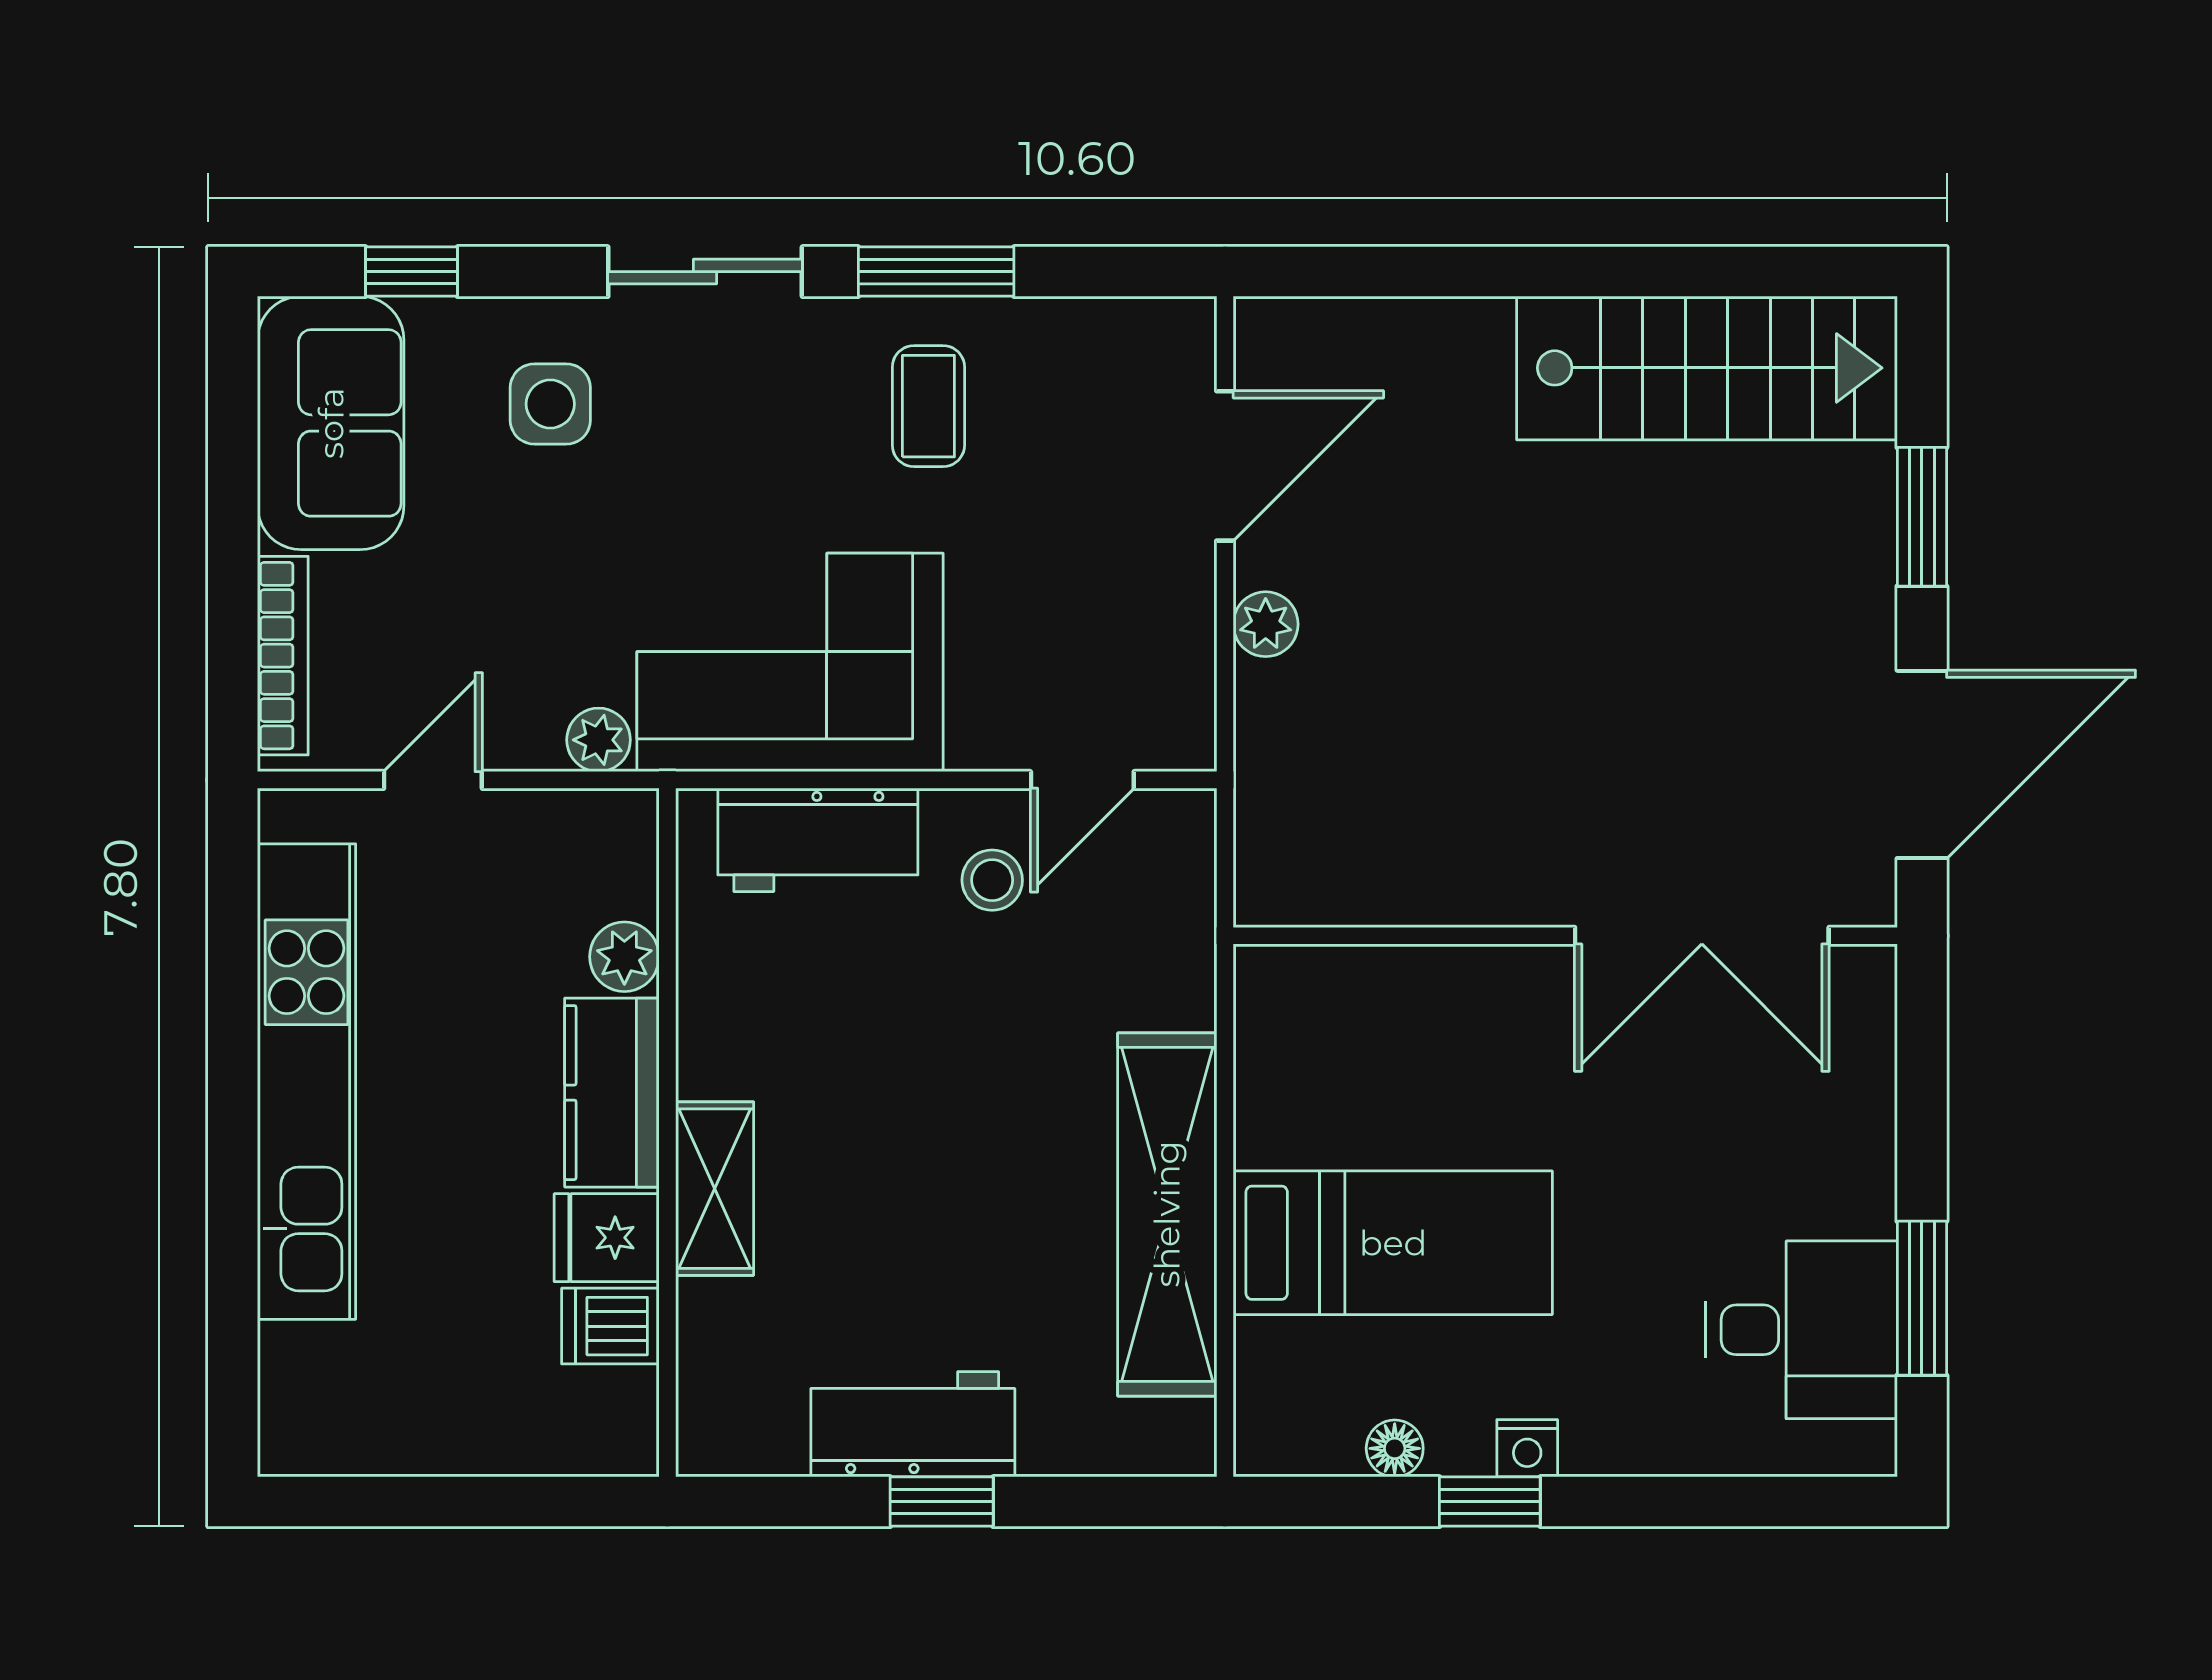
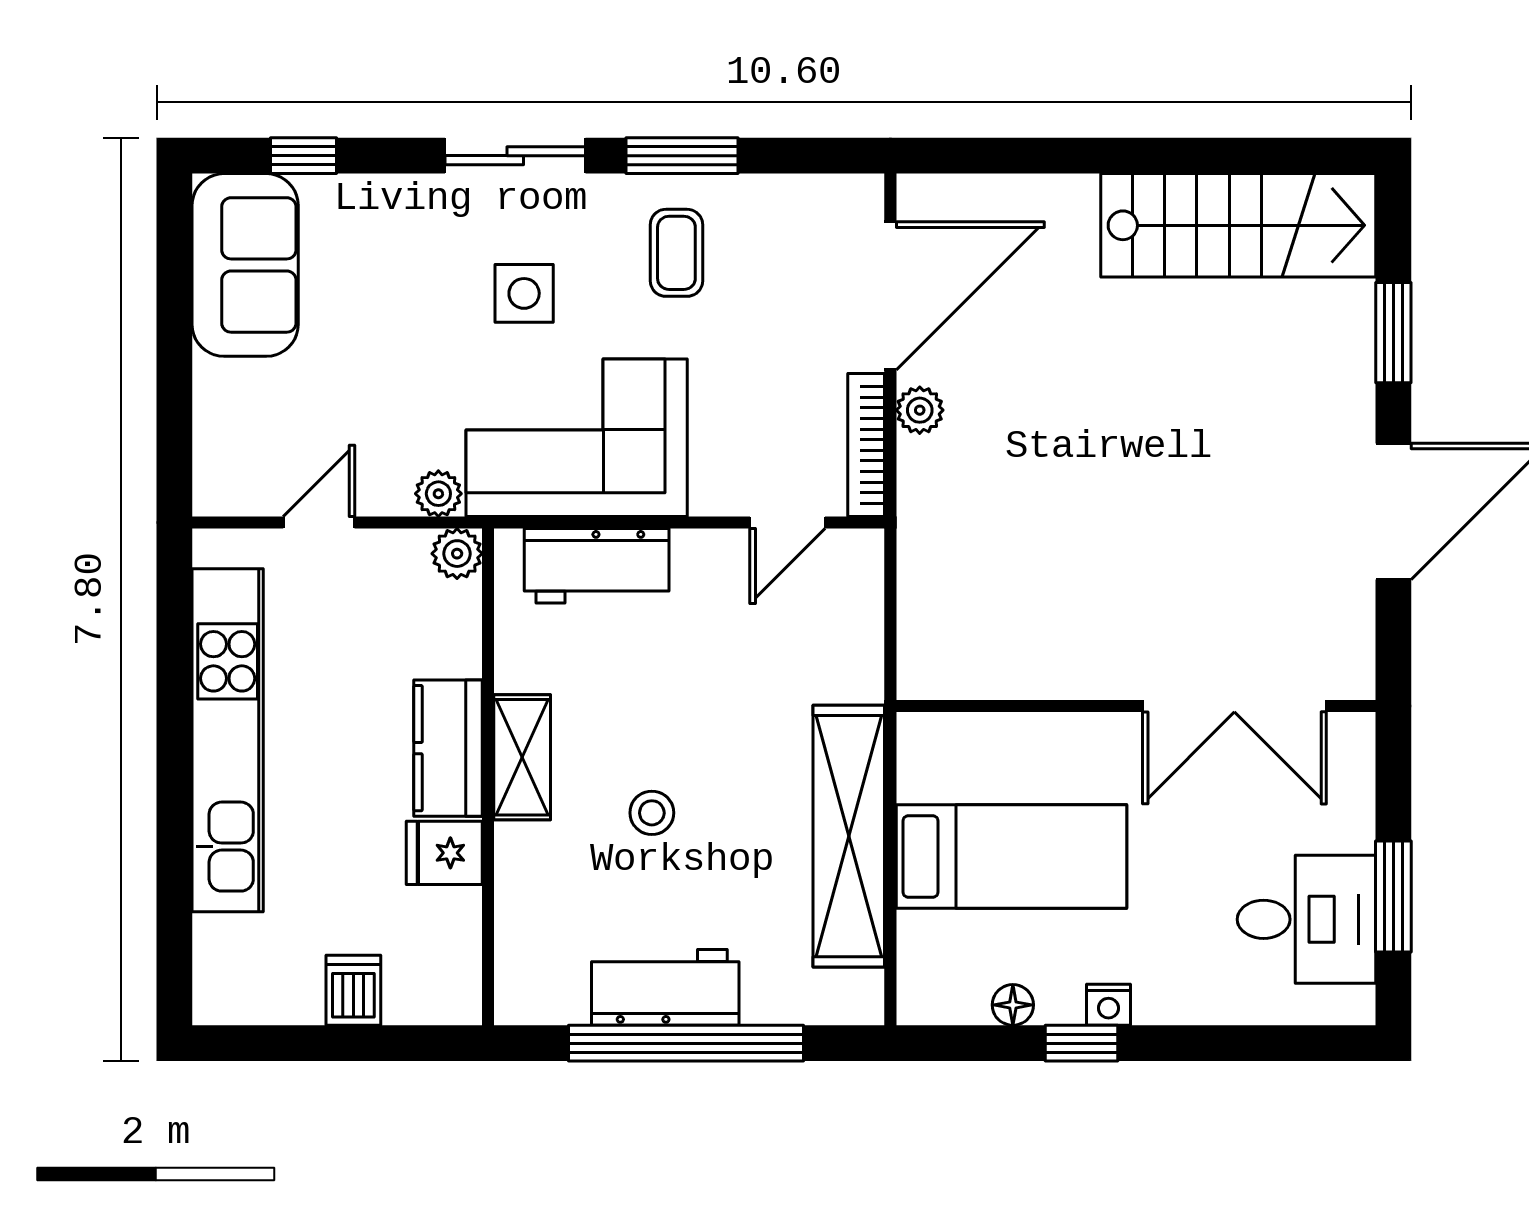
side table: (550, 404) -> (524, 293), moved
door: (1225, 466) -> (890, 296), width x1.36
bookcase: (283, 656) -> (866, 445), moved, turned 180
stool: (992, 880) -> (652, 813), moved
wall: (1565, 936) -> (1136, 706), moved
double door: (1702, 936) -> (1234, 706), moved
plant: (624, 957) -> (457, 554), moved
shelving: (715, 1189) -> (522, 757), moved
dishwasher: (610, 1326) -> (353, 990), moved, turned 90
window: (942, 1502) -> (686, 1043), width x3.17

